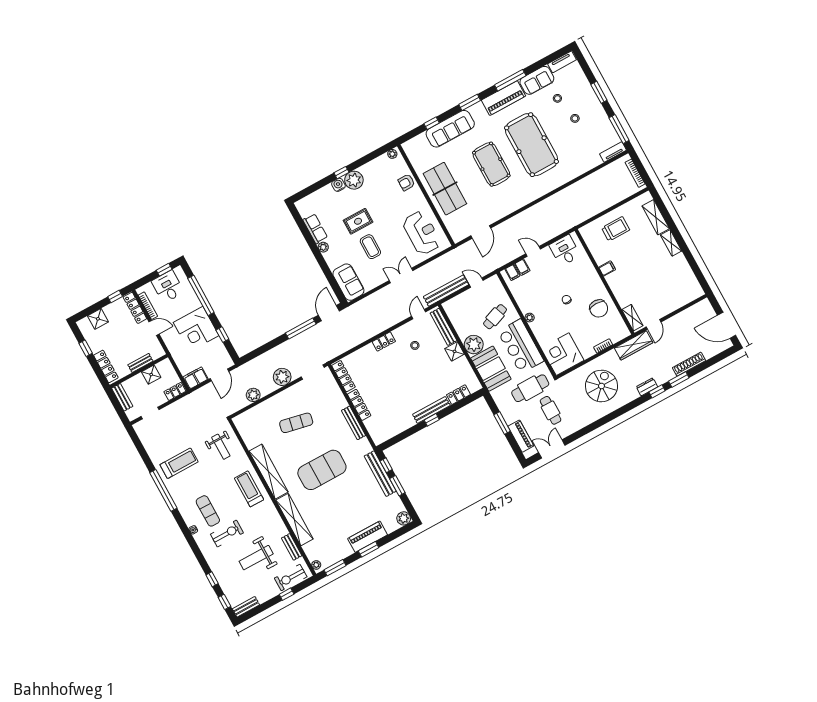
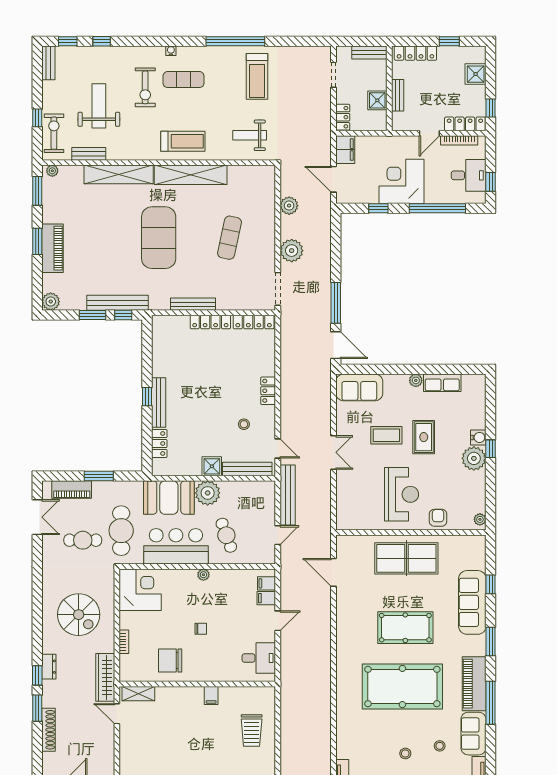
reception desk: (422, 233) -> (402, 494), moved, turned -90

